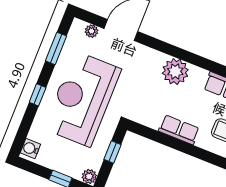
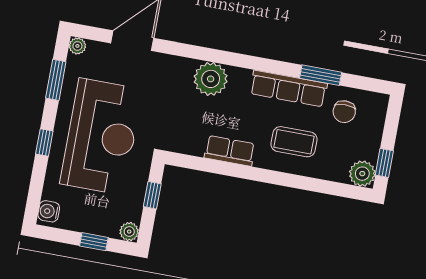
plant: (92, 31) -> (77, 46), moved
reception desk: (82, 99) -> (101, 136), turned 180

